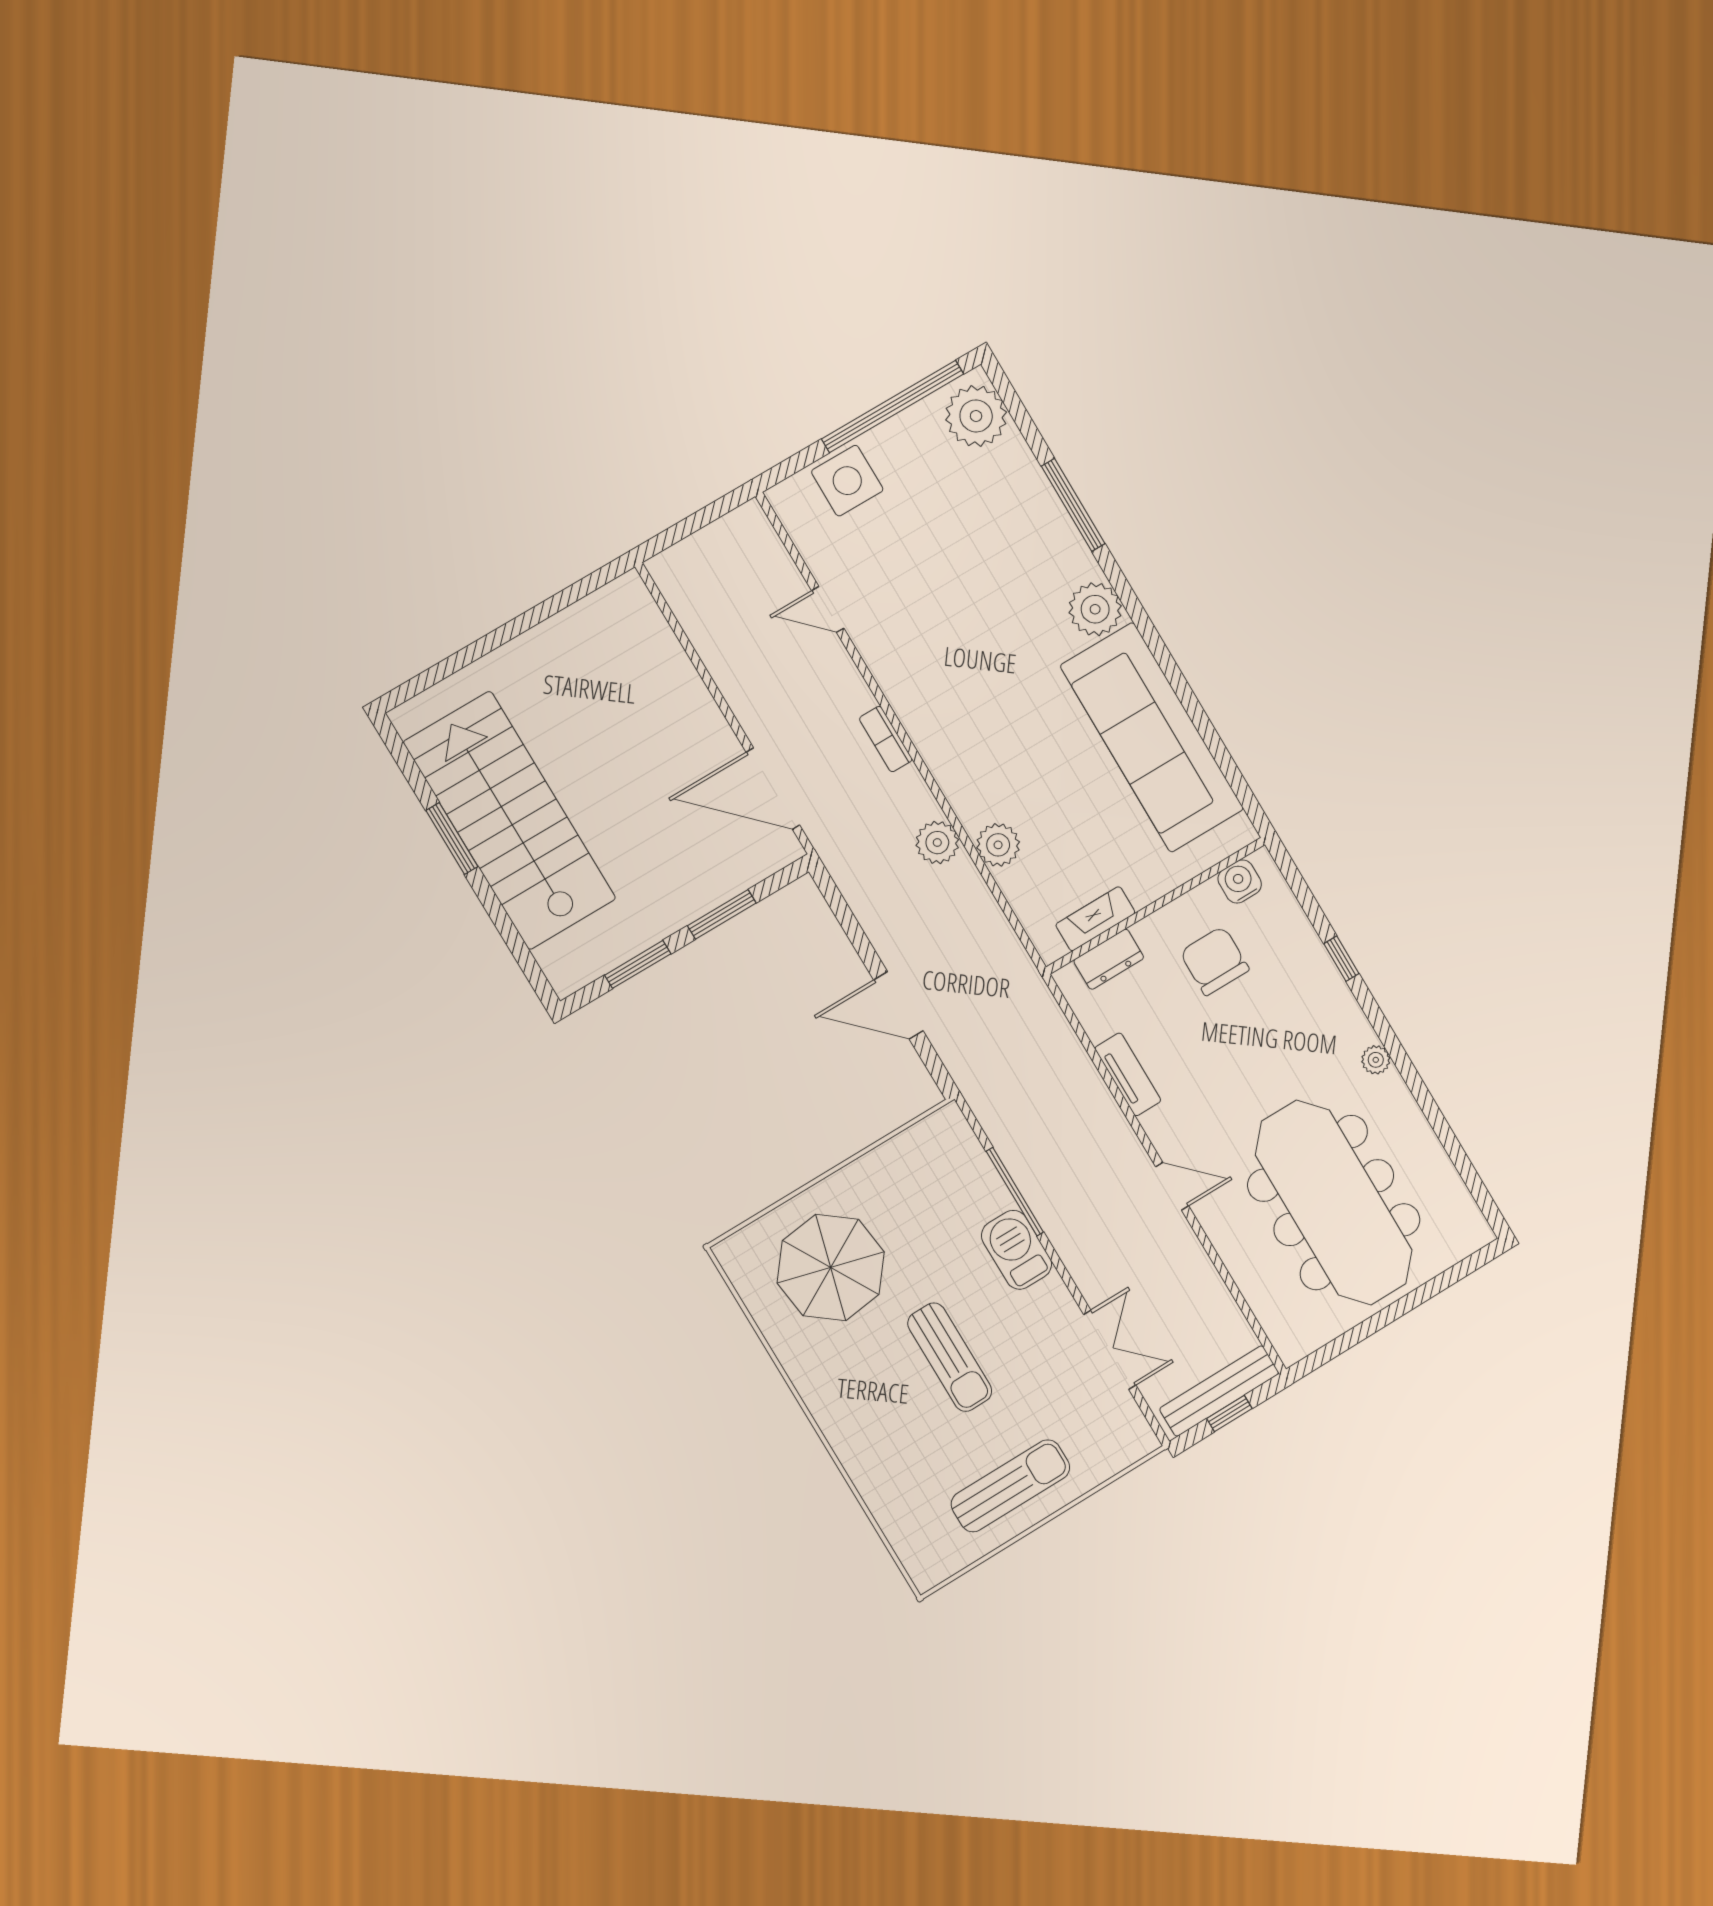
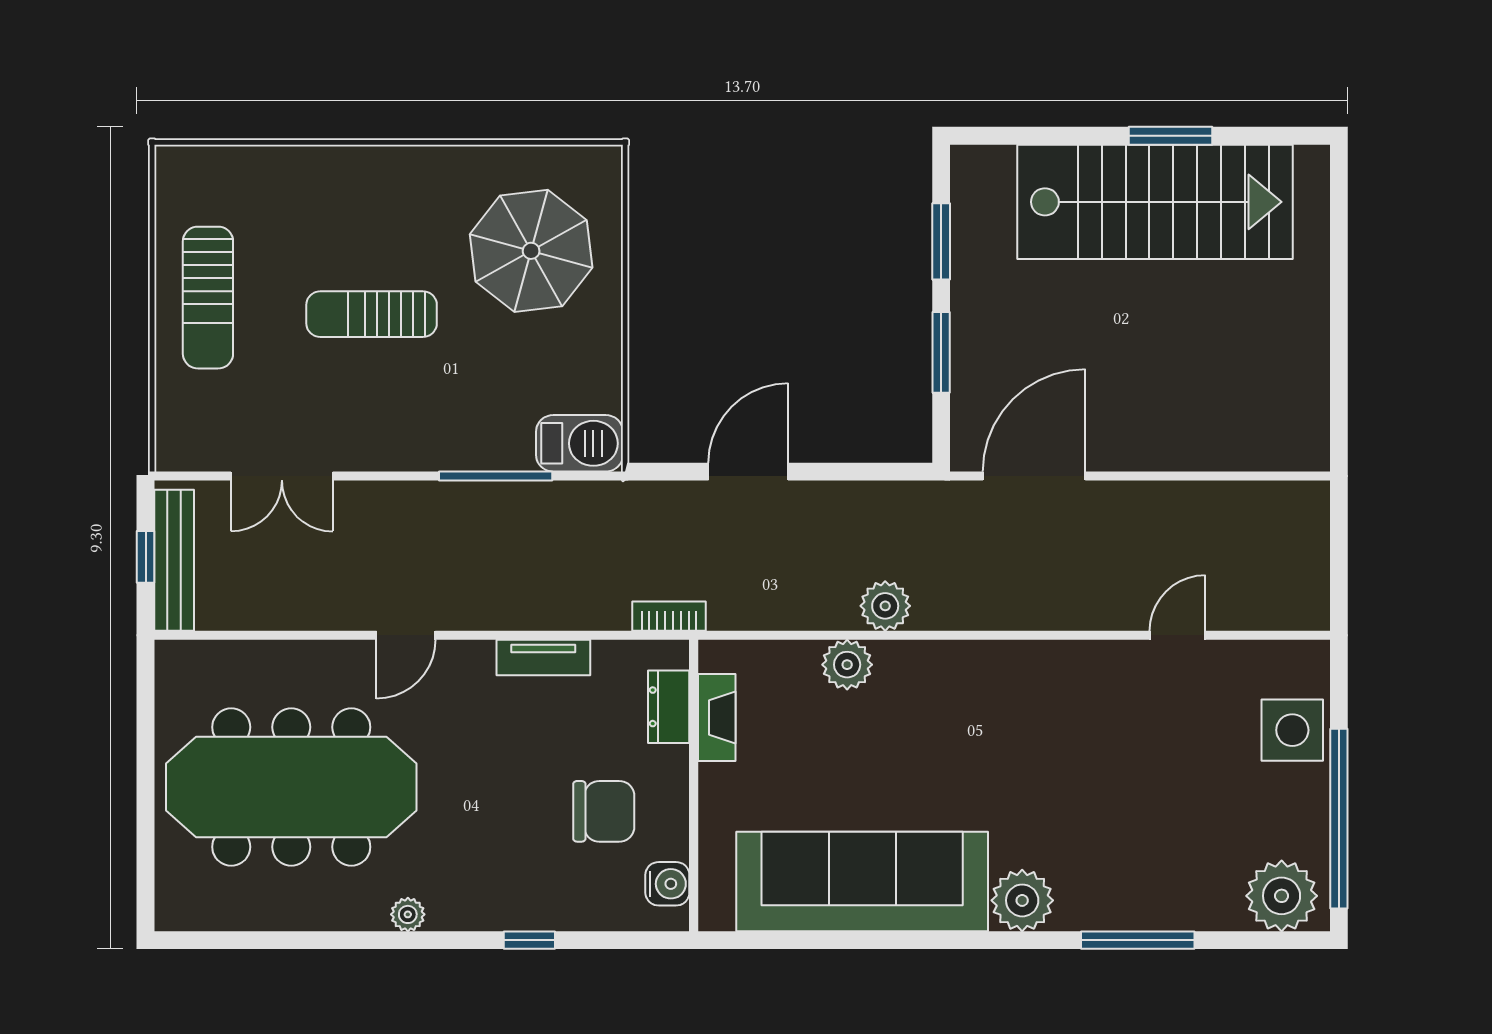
bookcase: (886, 739) -> (669, 616), moved
barbecue: (1017, 1250) -> (579, 443), moved

